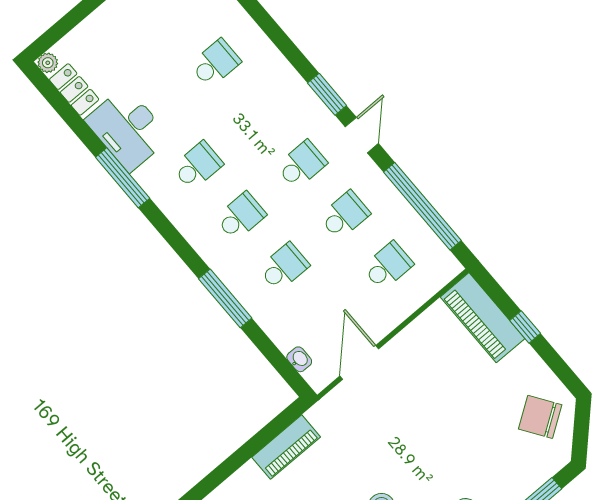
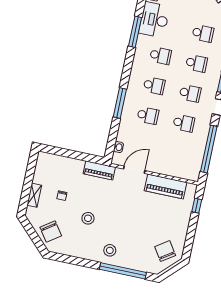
school desk: (388, 266) -> (196, 63), moved
piano: (483, 318) -> (165, 186), moved, turned -90
window: (525, 327) -> (197, 206), moved
piano: (286, 447) -> (99, 170), moved

